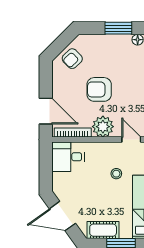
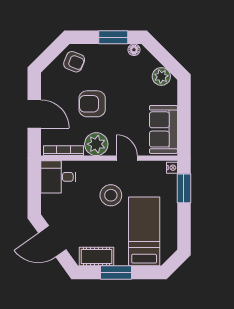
armchair: (72, 59) -> (74, 62), moved, turned -114
door: (46, 111) -> (34, 114), moved
stool: (116, 174) -> (111, 195), width x1.89, depth x1.89

